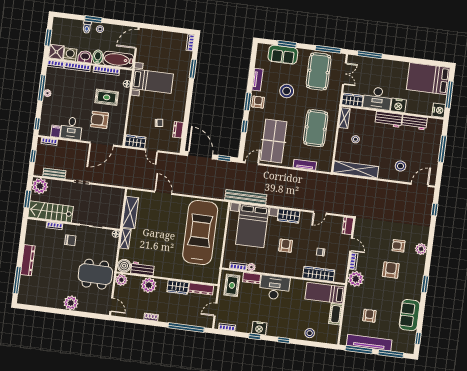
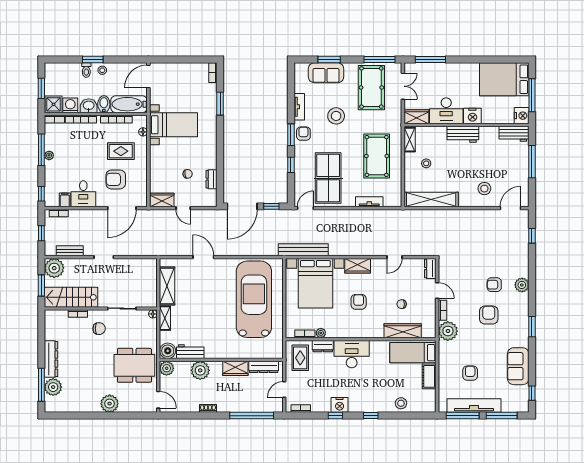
workbench: (414, 122) -> (514, 134), moved
door: (200, 155) -> (242, 206), swing flipped
plant: (26, 283) -> (53, 387), added

